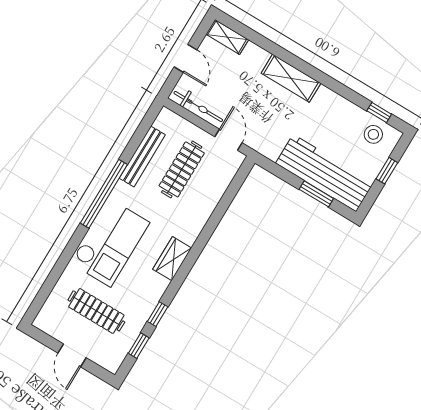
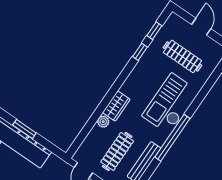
plant: (204, 211) -> (103, 122), added
wardrobe: (172, 259) -> (116, 106), moved

